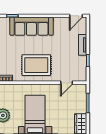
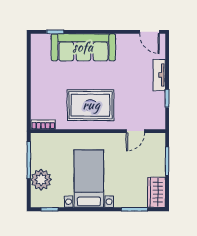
door: (76, 16) -> (149, 32), hinge flipped

